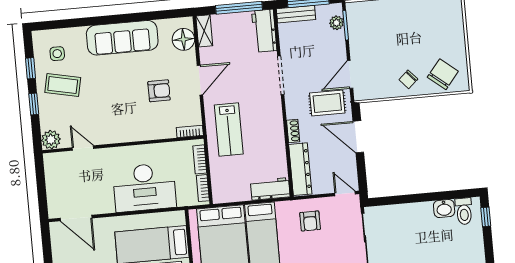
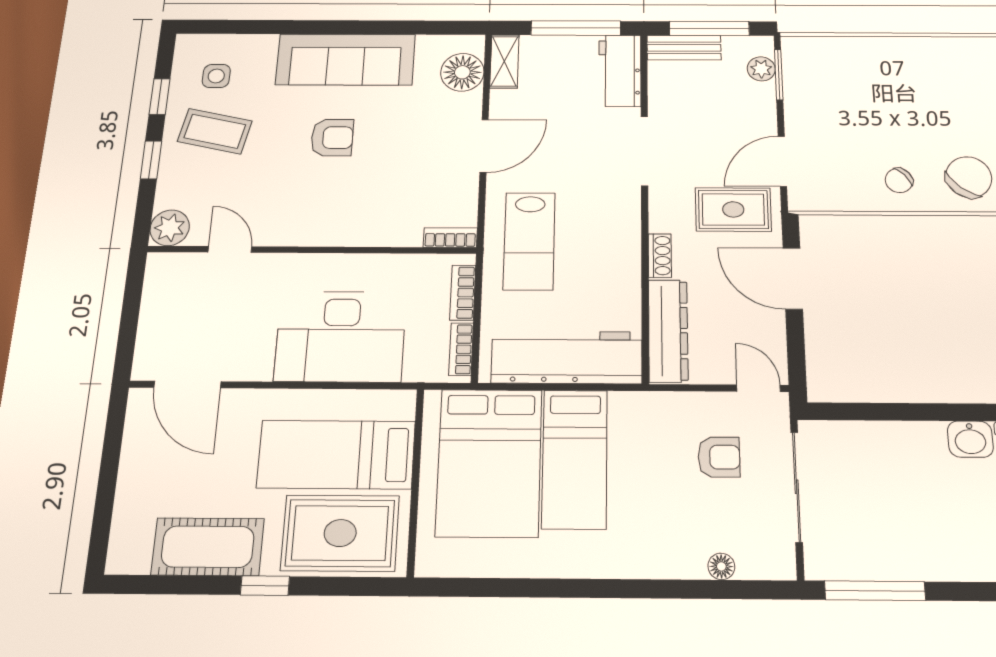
armchair: (159, 91) -> (332, 138), moved
workbench: (270, 189) -> (567, 357), width x1.88, depth x1.32
armchair: (310, 221) -> (719, 457), moved, turned -90

